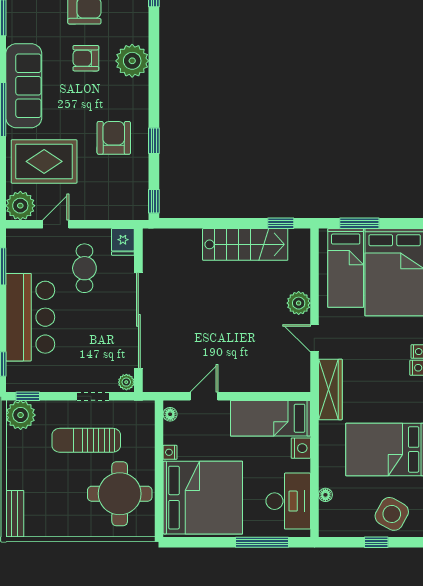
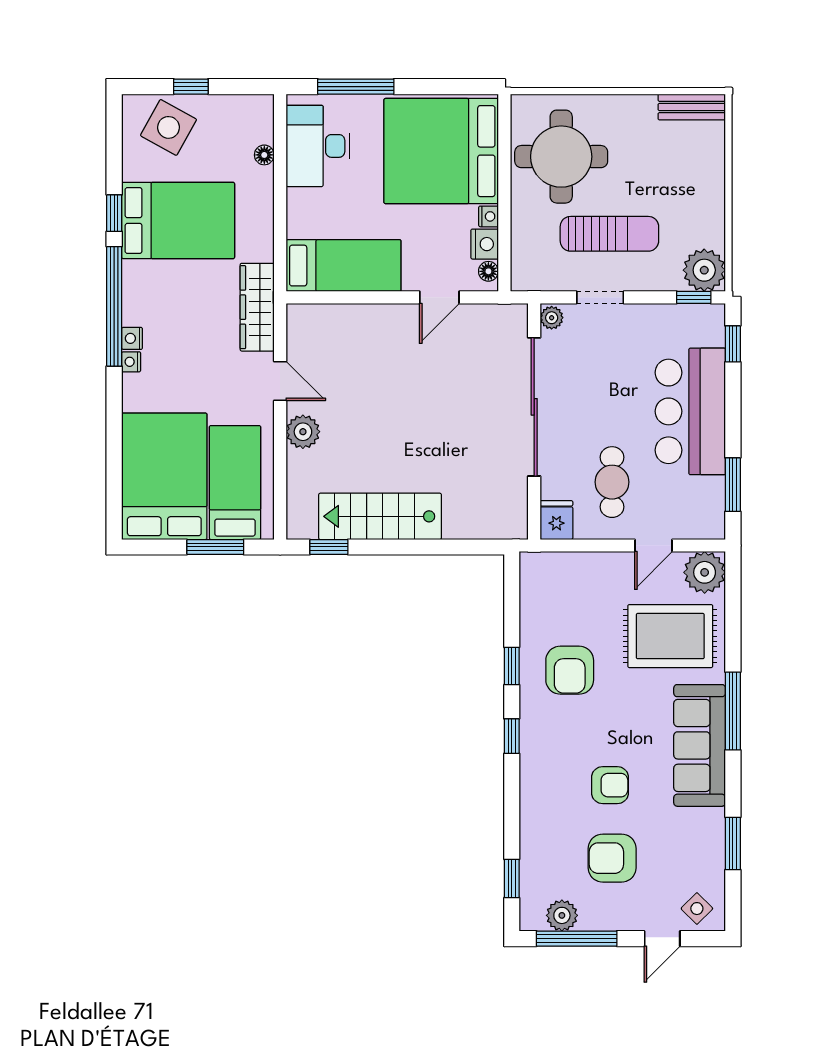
plant: (132, 61) -> (543, 781), removed
window: (154, 201) -> (512, 736), moved
nightstand: (301, 448) -> (485, 244), moved, turned 180
bench: (15, 514) -> (692, 107), moved, turned 90

